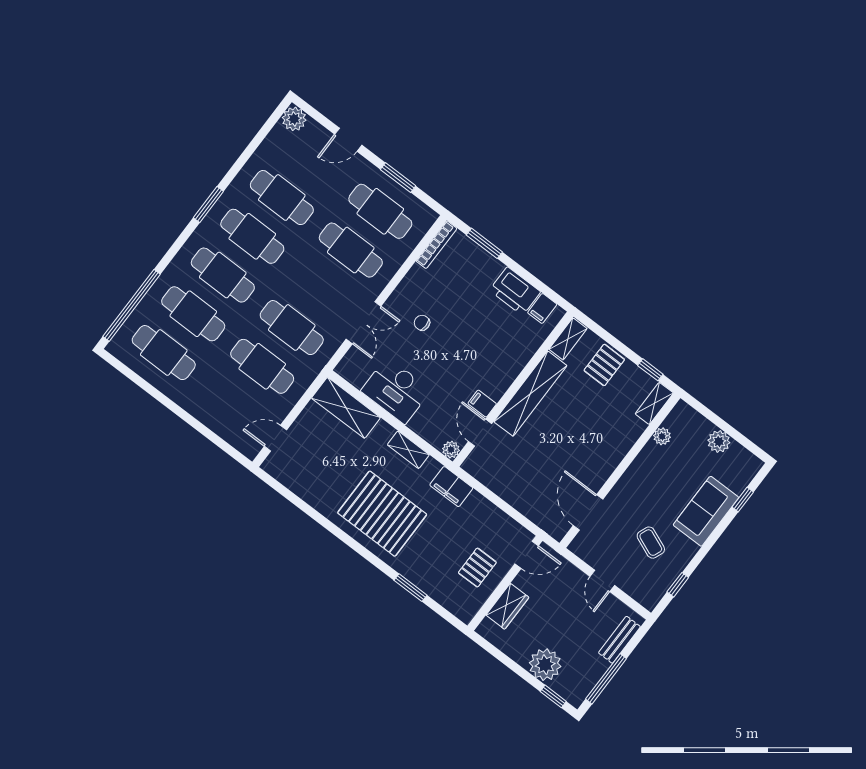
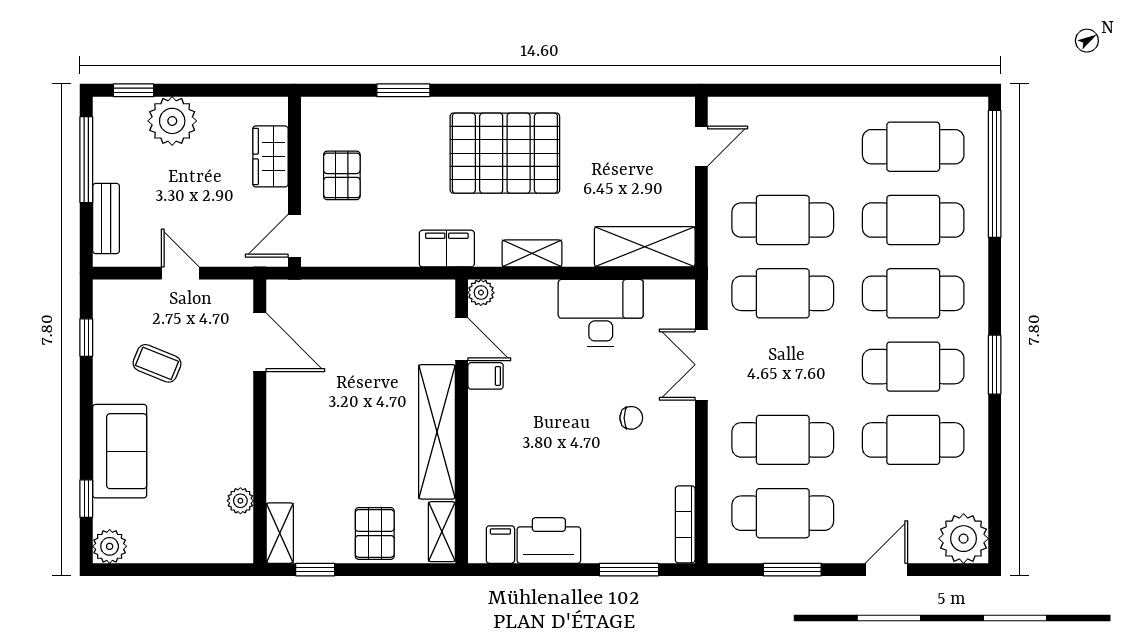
plant: (294, 119) -> (964, 539), width x1.36, depth x1.36
plant: (719, 441) -> (110, 546), moved

